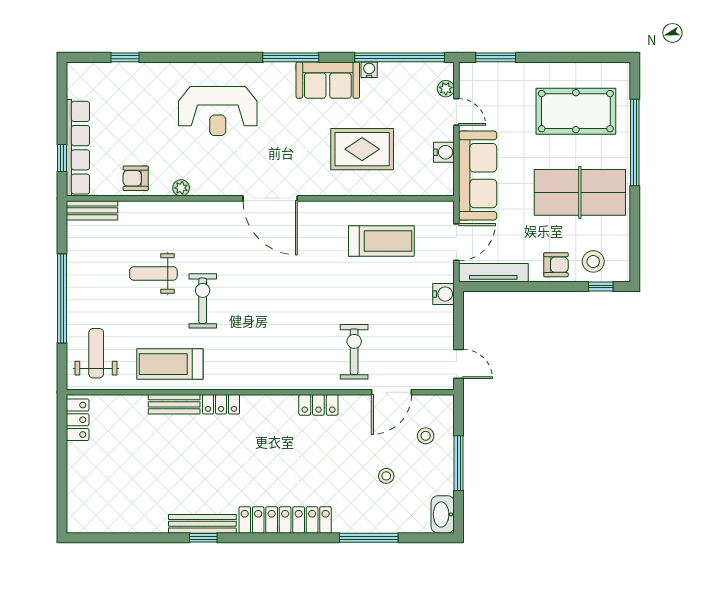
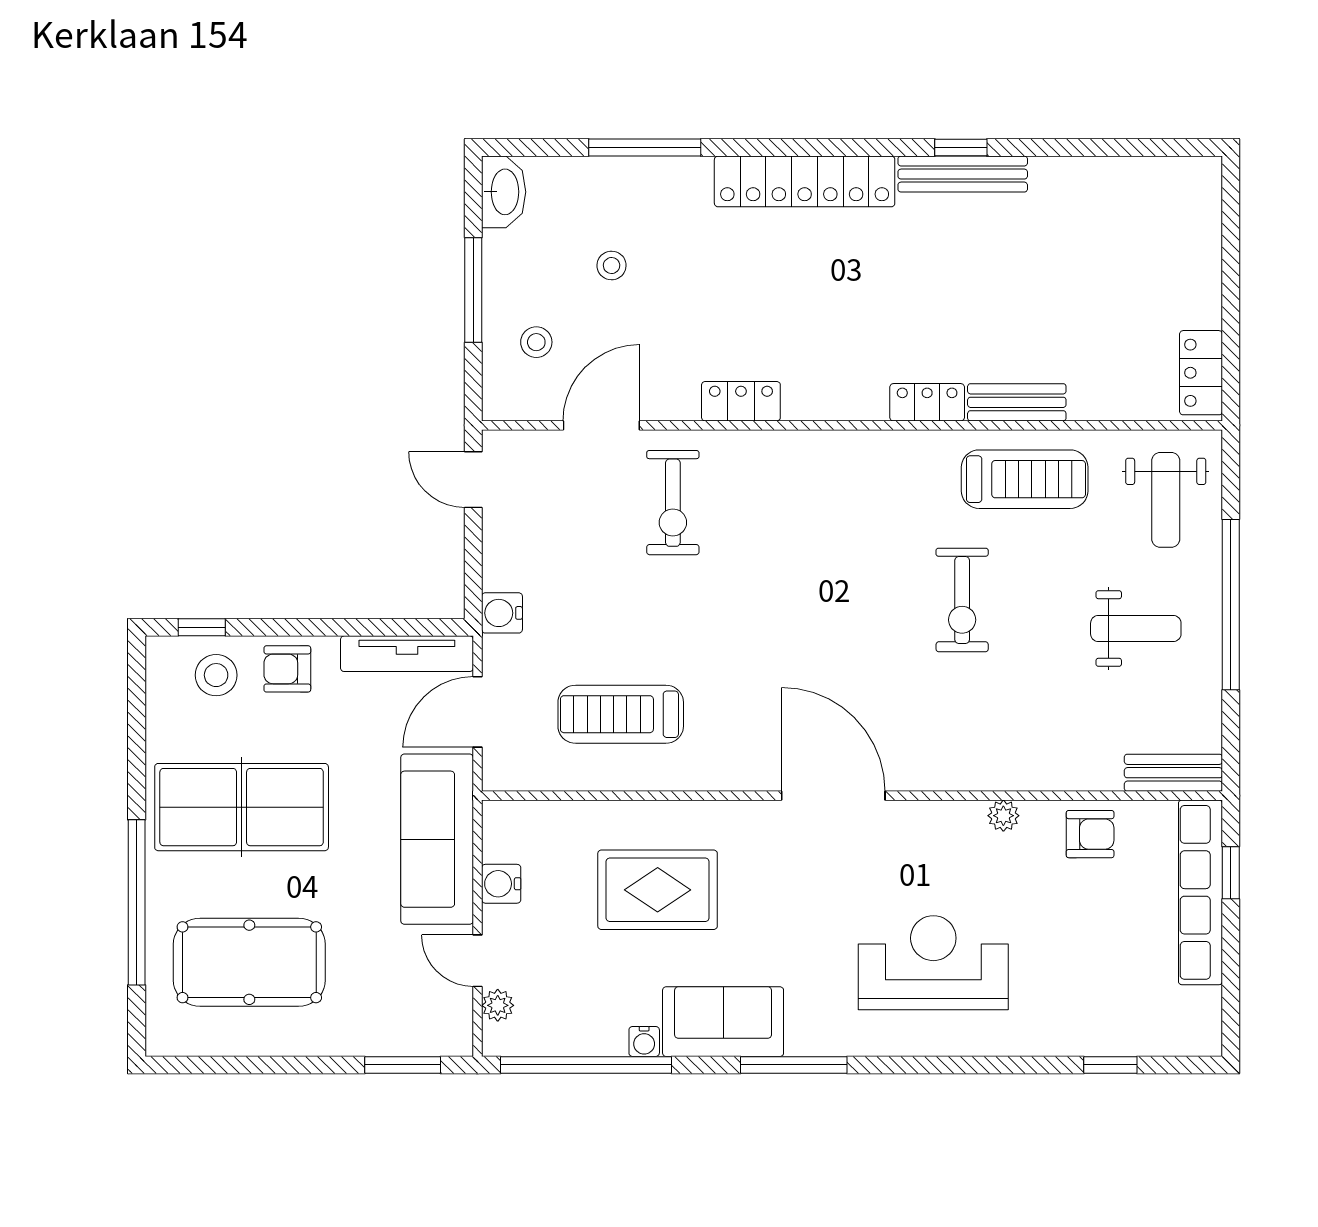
weight bench: (153, 274) -> (1136, 629), moved

